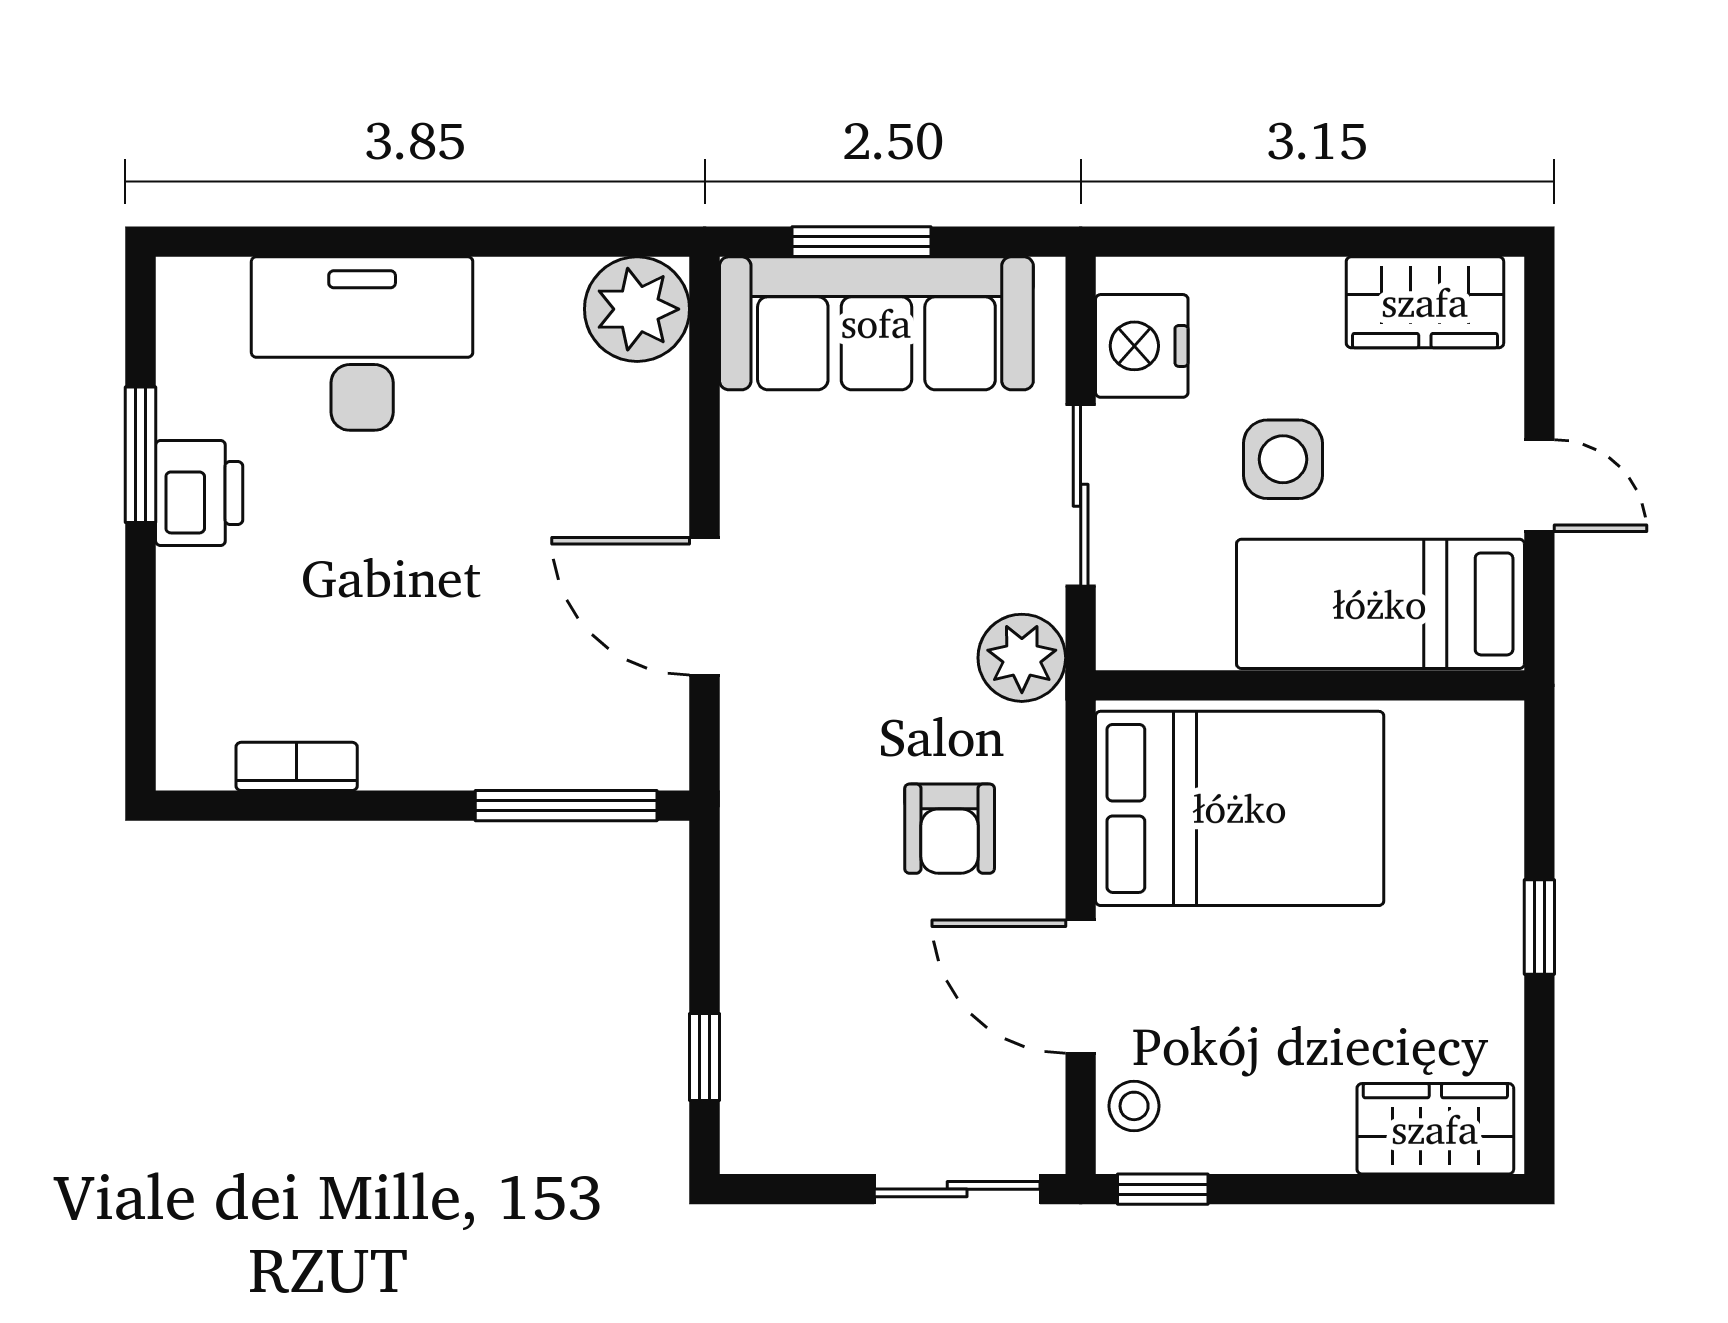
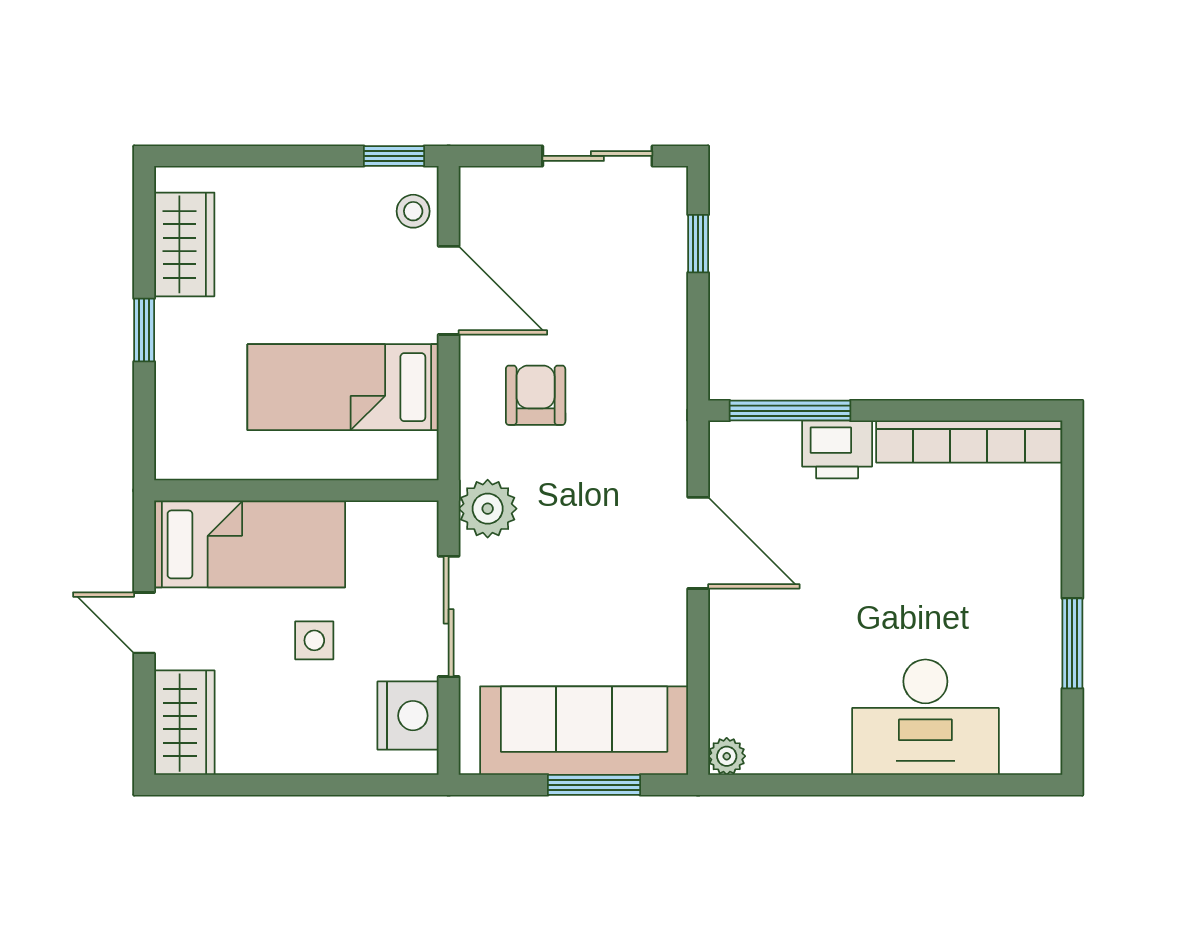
wardrobe: (1425, 302) -> (184, 723), moved, turned 90
plant: (637, 309) -> (727, 756), width x0.53, depth x0.53
side table: (1283, 459) -> (314, 640), width x0.73, depth x0.73
printer: (199, 493) -> (837, 449), moved, turned -90
bookcase: (297, 766) -> (969, 442), width x2.31, depth x1.31
bed: (1240, 808) -> (343, 387), width x0.67
wardrobe: (1435, 1129) -> (184, 244), moved, turned -90
sliding door: (957, 1189) -> (597, 156), moved

